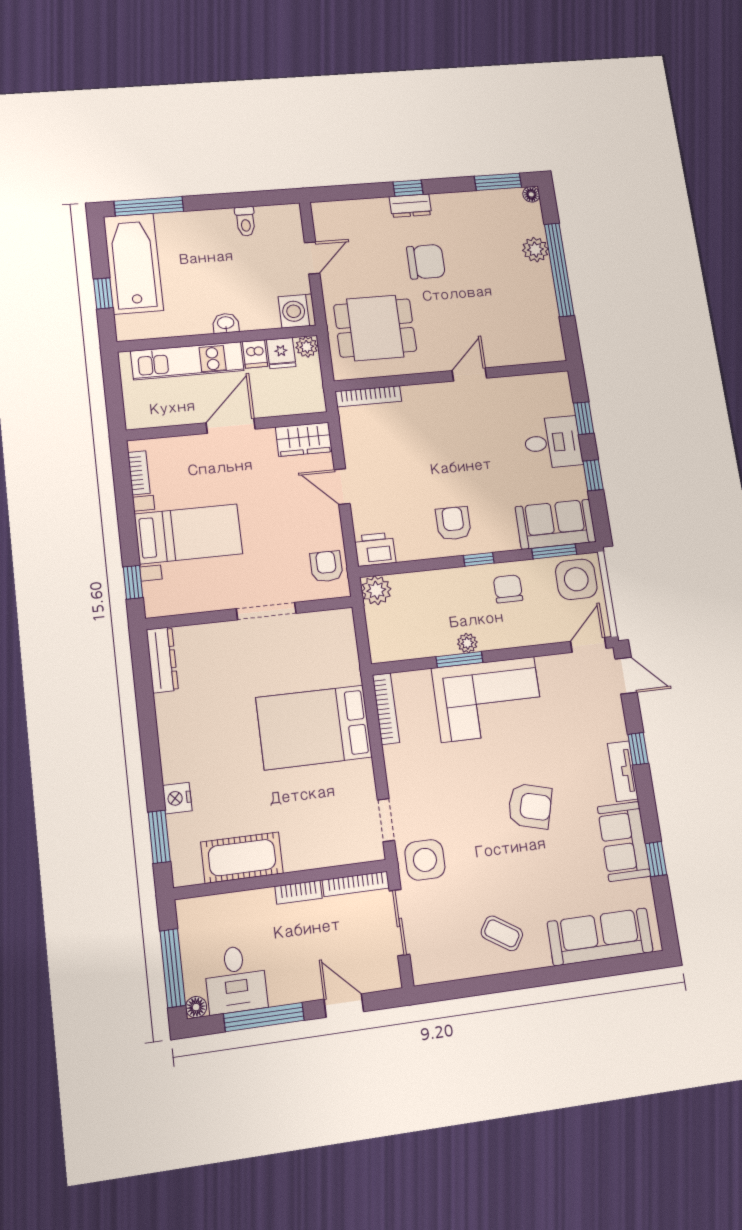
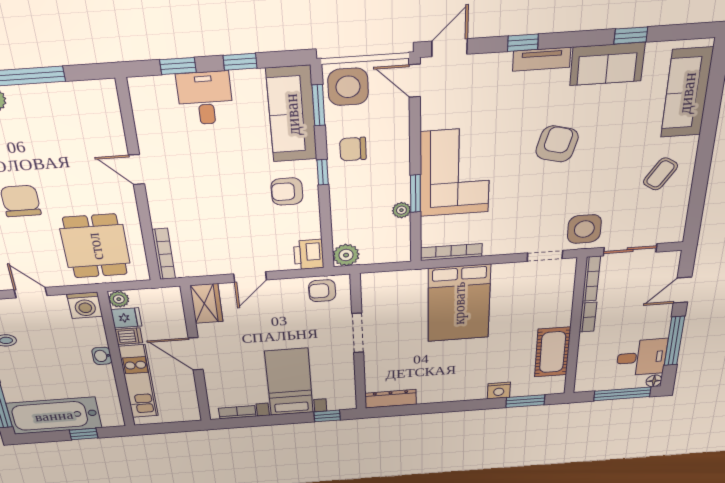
sofa: (556, 524) -> (292, 114), width x1.36
plant: (467, 643) -> (401, 210), moved

